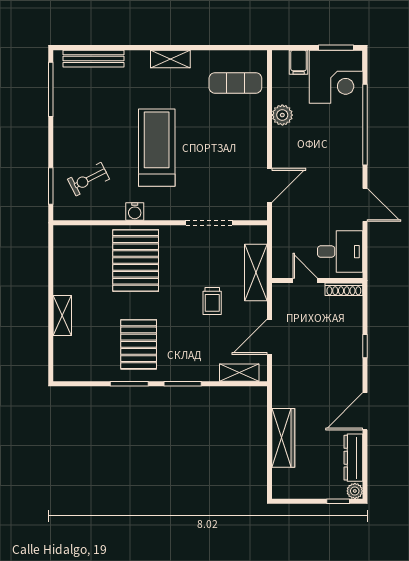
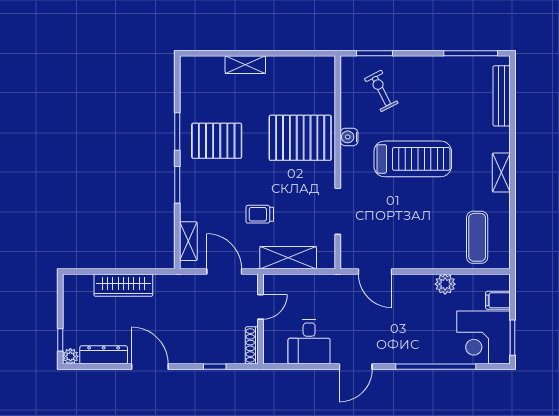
door: (305, 280) -> (260, 307), moved
wall: (317, 280) -> (260, 319), moved
shoe rack: (344, 289) -> (252, 345), moved

